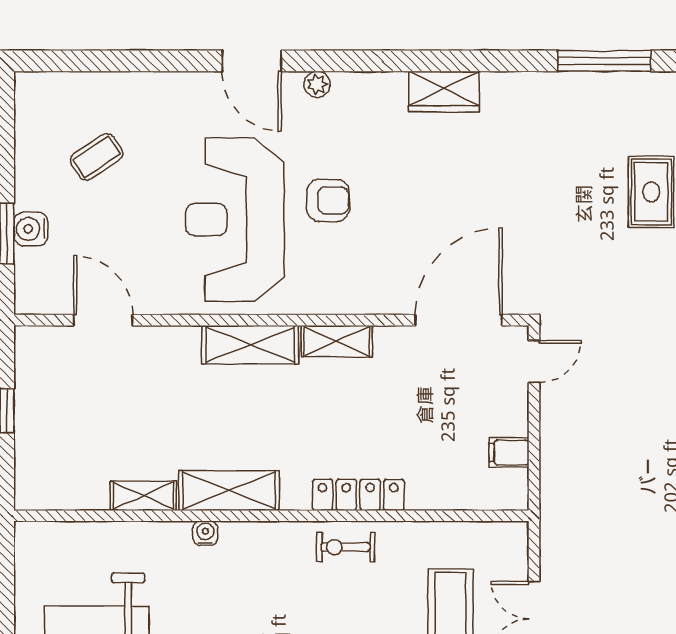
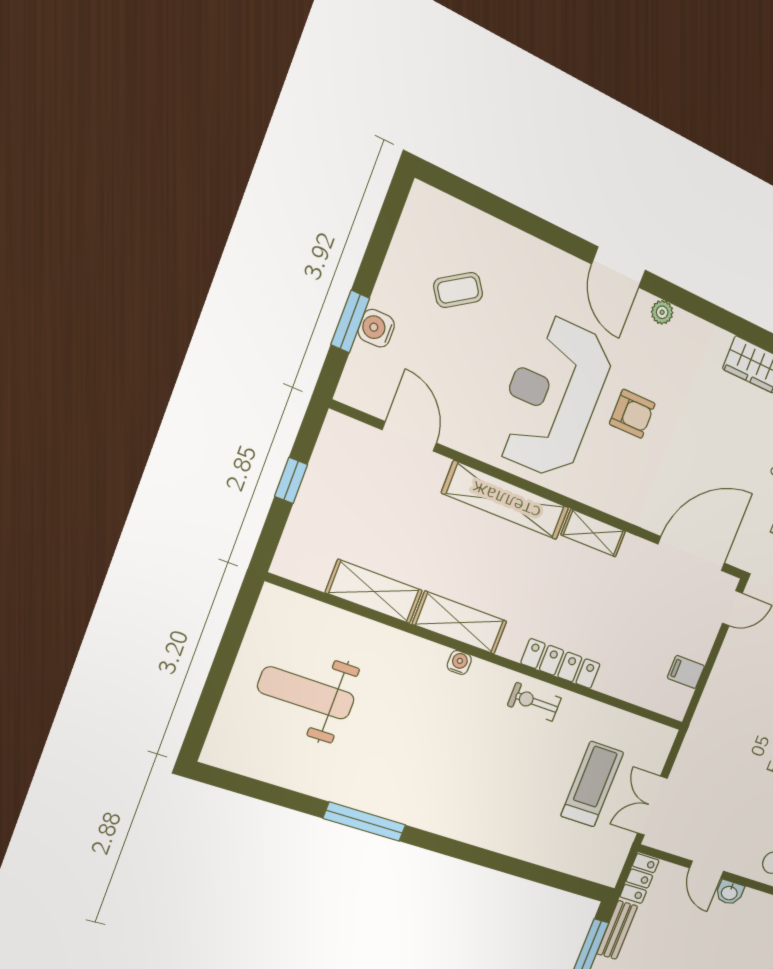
shelving: (250, 345) -> (506, 500), width x1.47
shelving: (143, 496) -> (374, 591), width x1.50, depth x1.33
water cooler: (205, 533) -> (459, 662), moved

